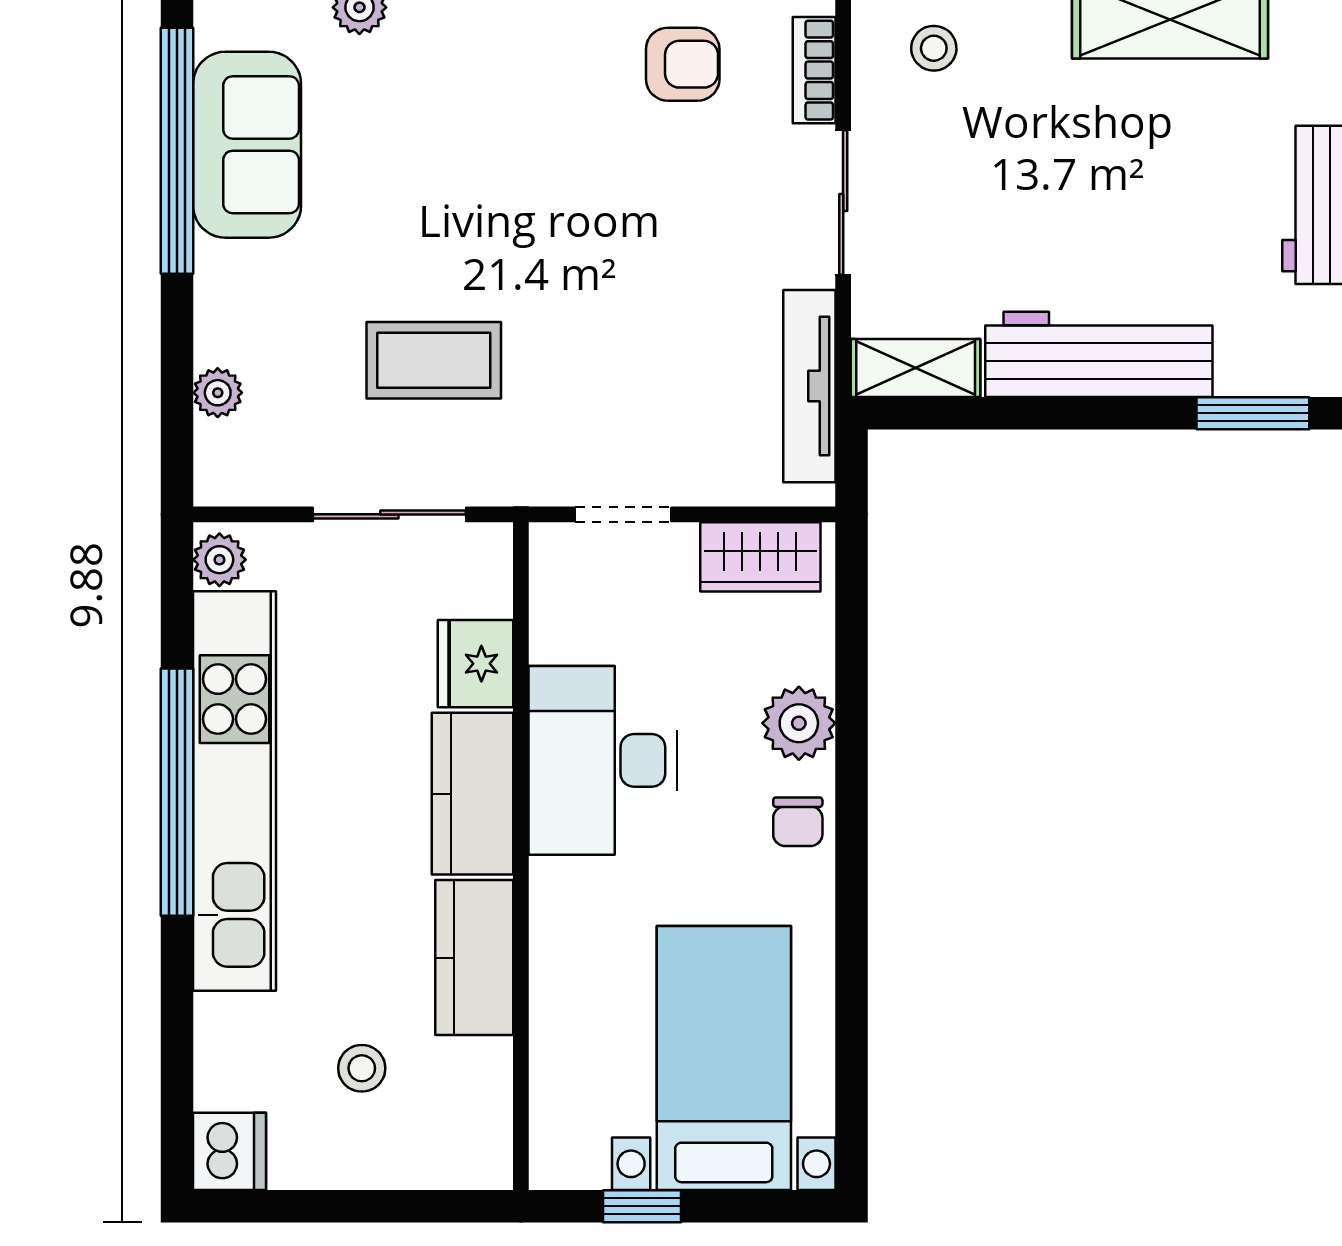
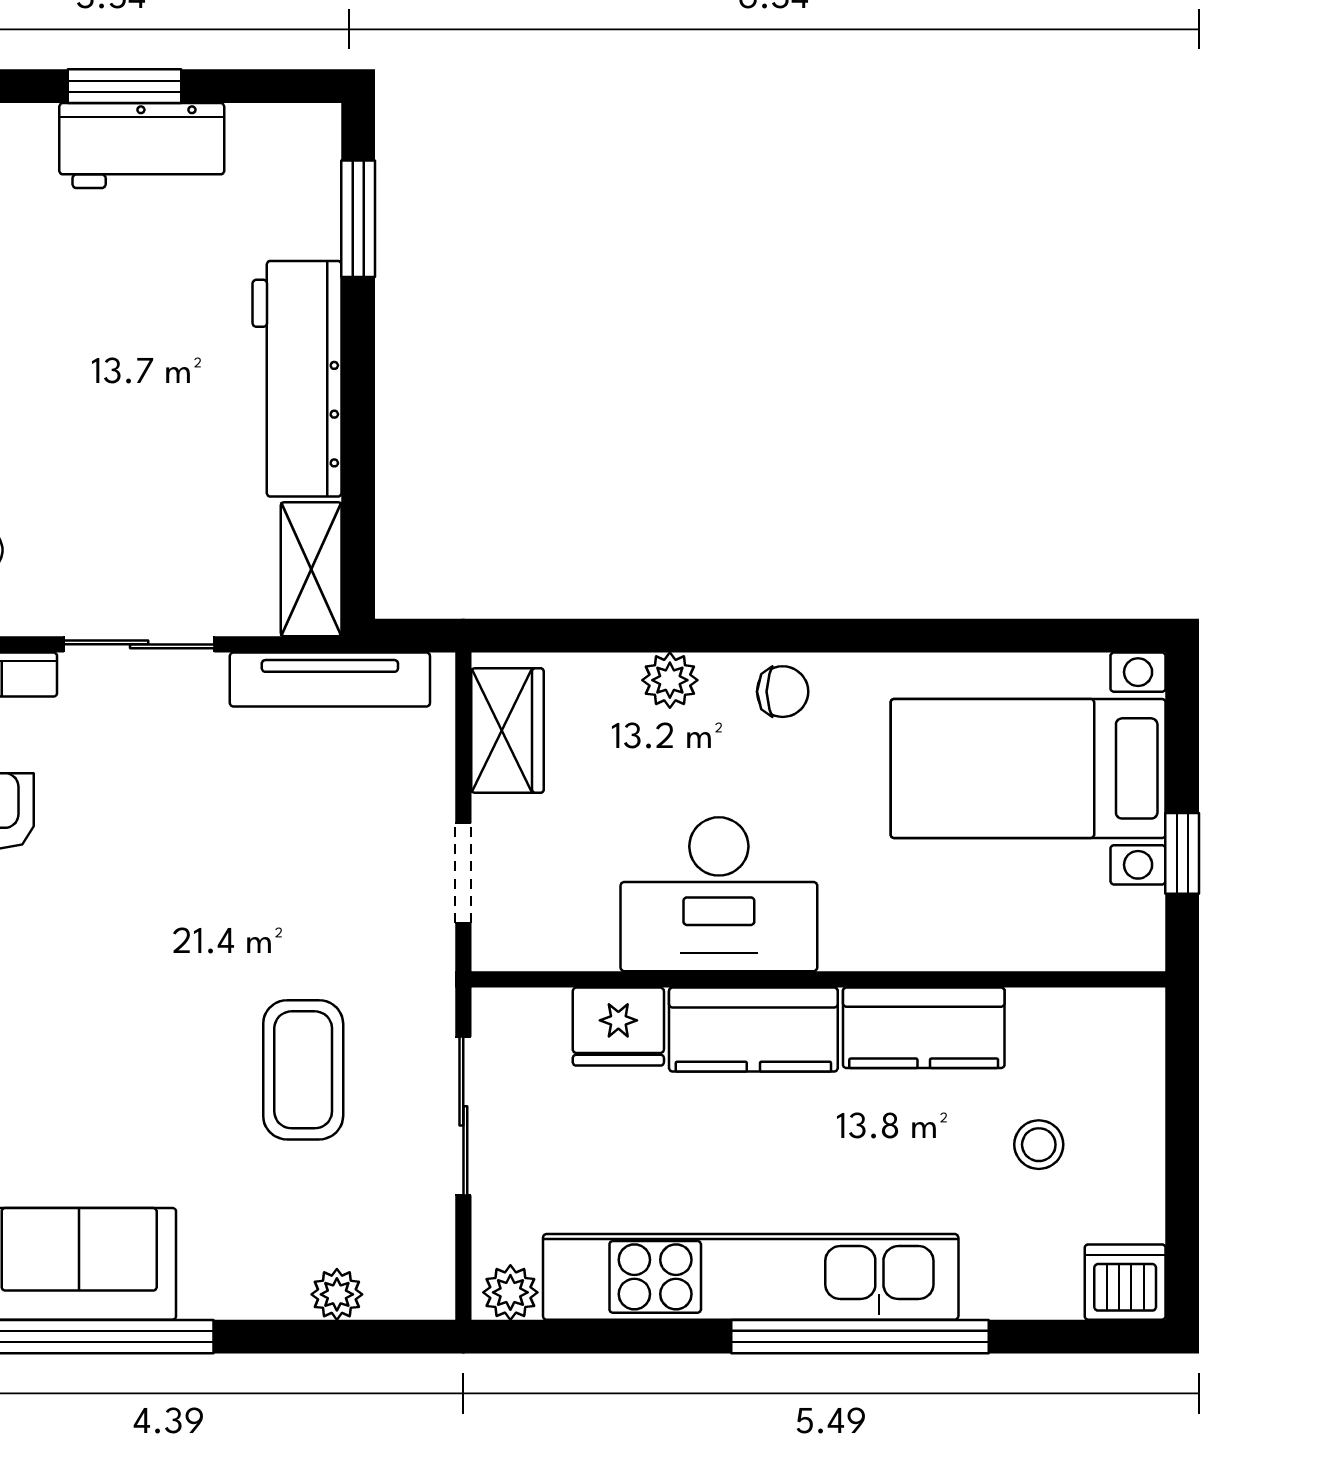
plant: (799, 723) -> (670, 680), width x0.73, depth x0.73
window: (177, 792) -> (860, 1337), moved

